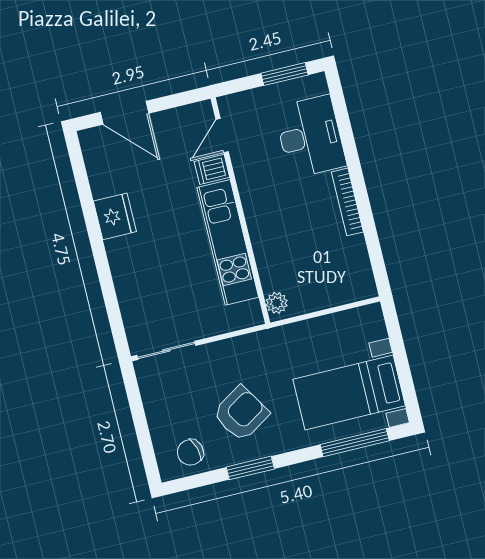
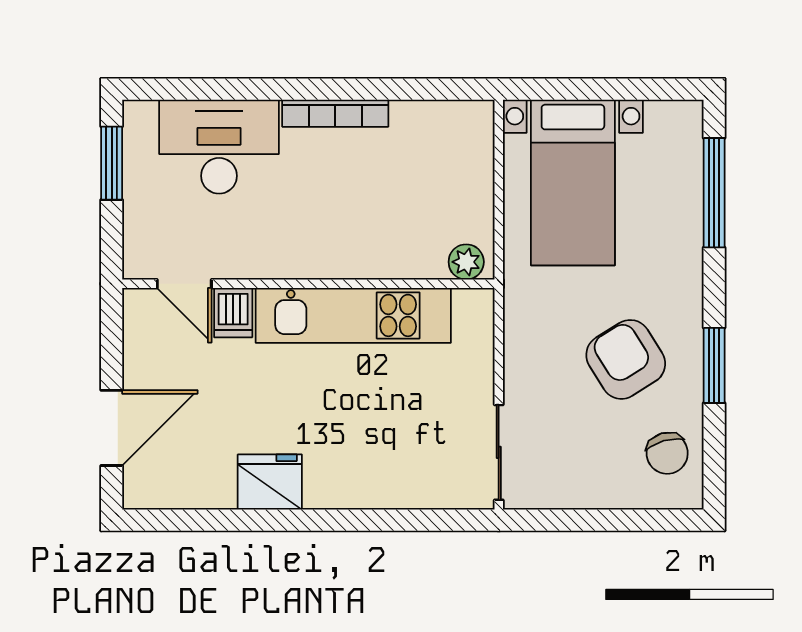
bed with nightstands: (349, 393) -> (573, 182), moved

